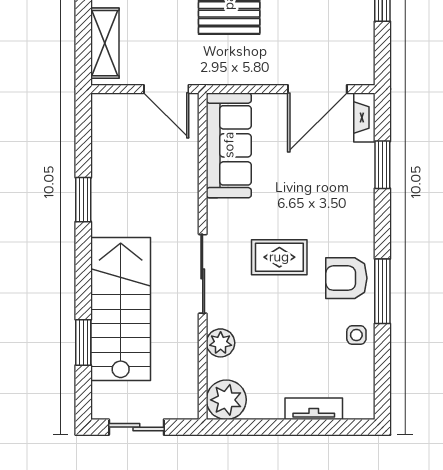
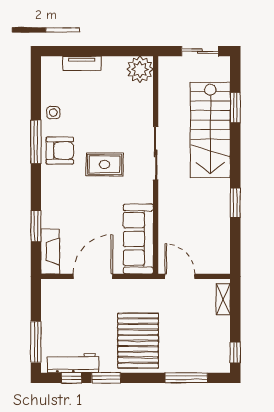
shelving: (105, 43) -> (223, 299), width x0.67, depth x0.75
door: (317, 89) -> (93, 276), moved
fireplace: (364, 117) -> (50, 251), width x1.37, depth x1.32
plant: (221, 343) -> (144, 107), removed

